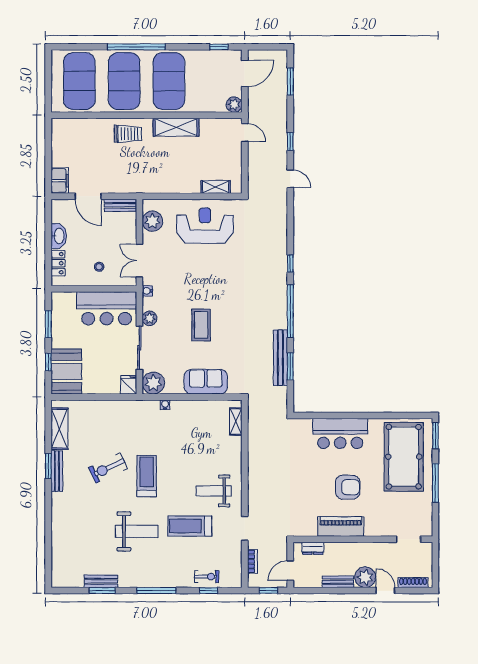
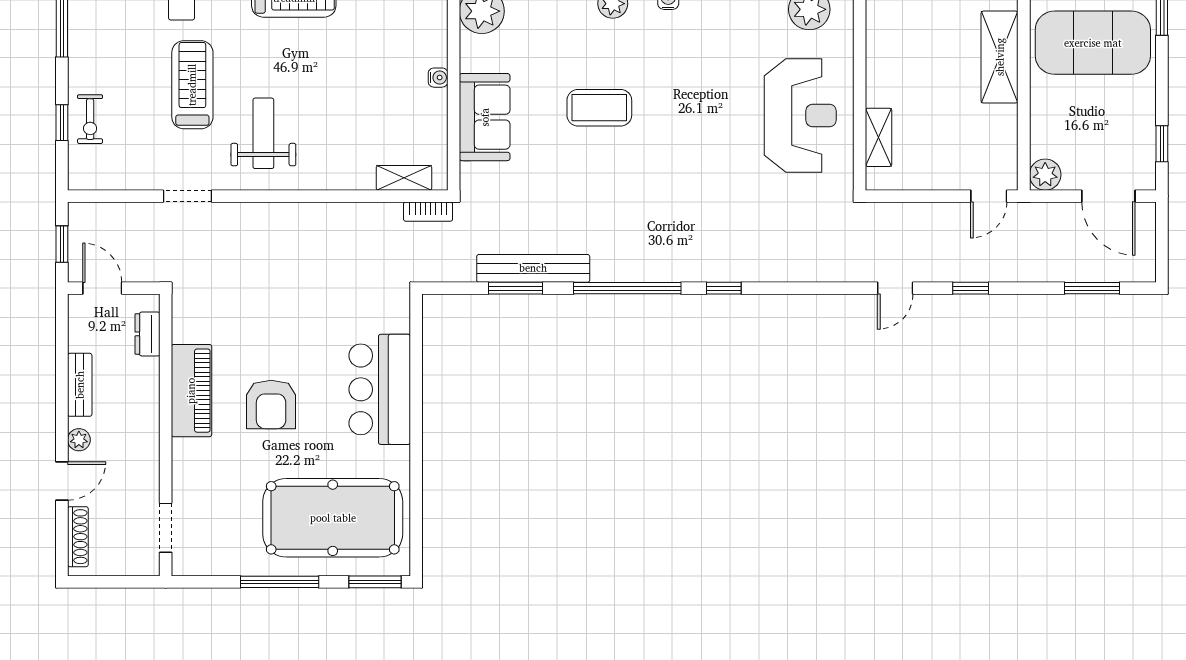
water cooler: (165, 405) -> (438, 78), moved
bookcase: (252, 561) -> (428, 212), moved
plant: (365, 577) -> (79, 440), width x0.53, depth x0.53

